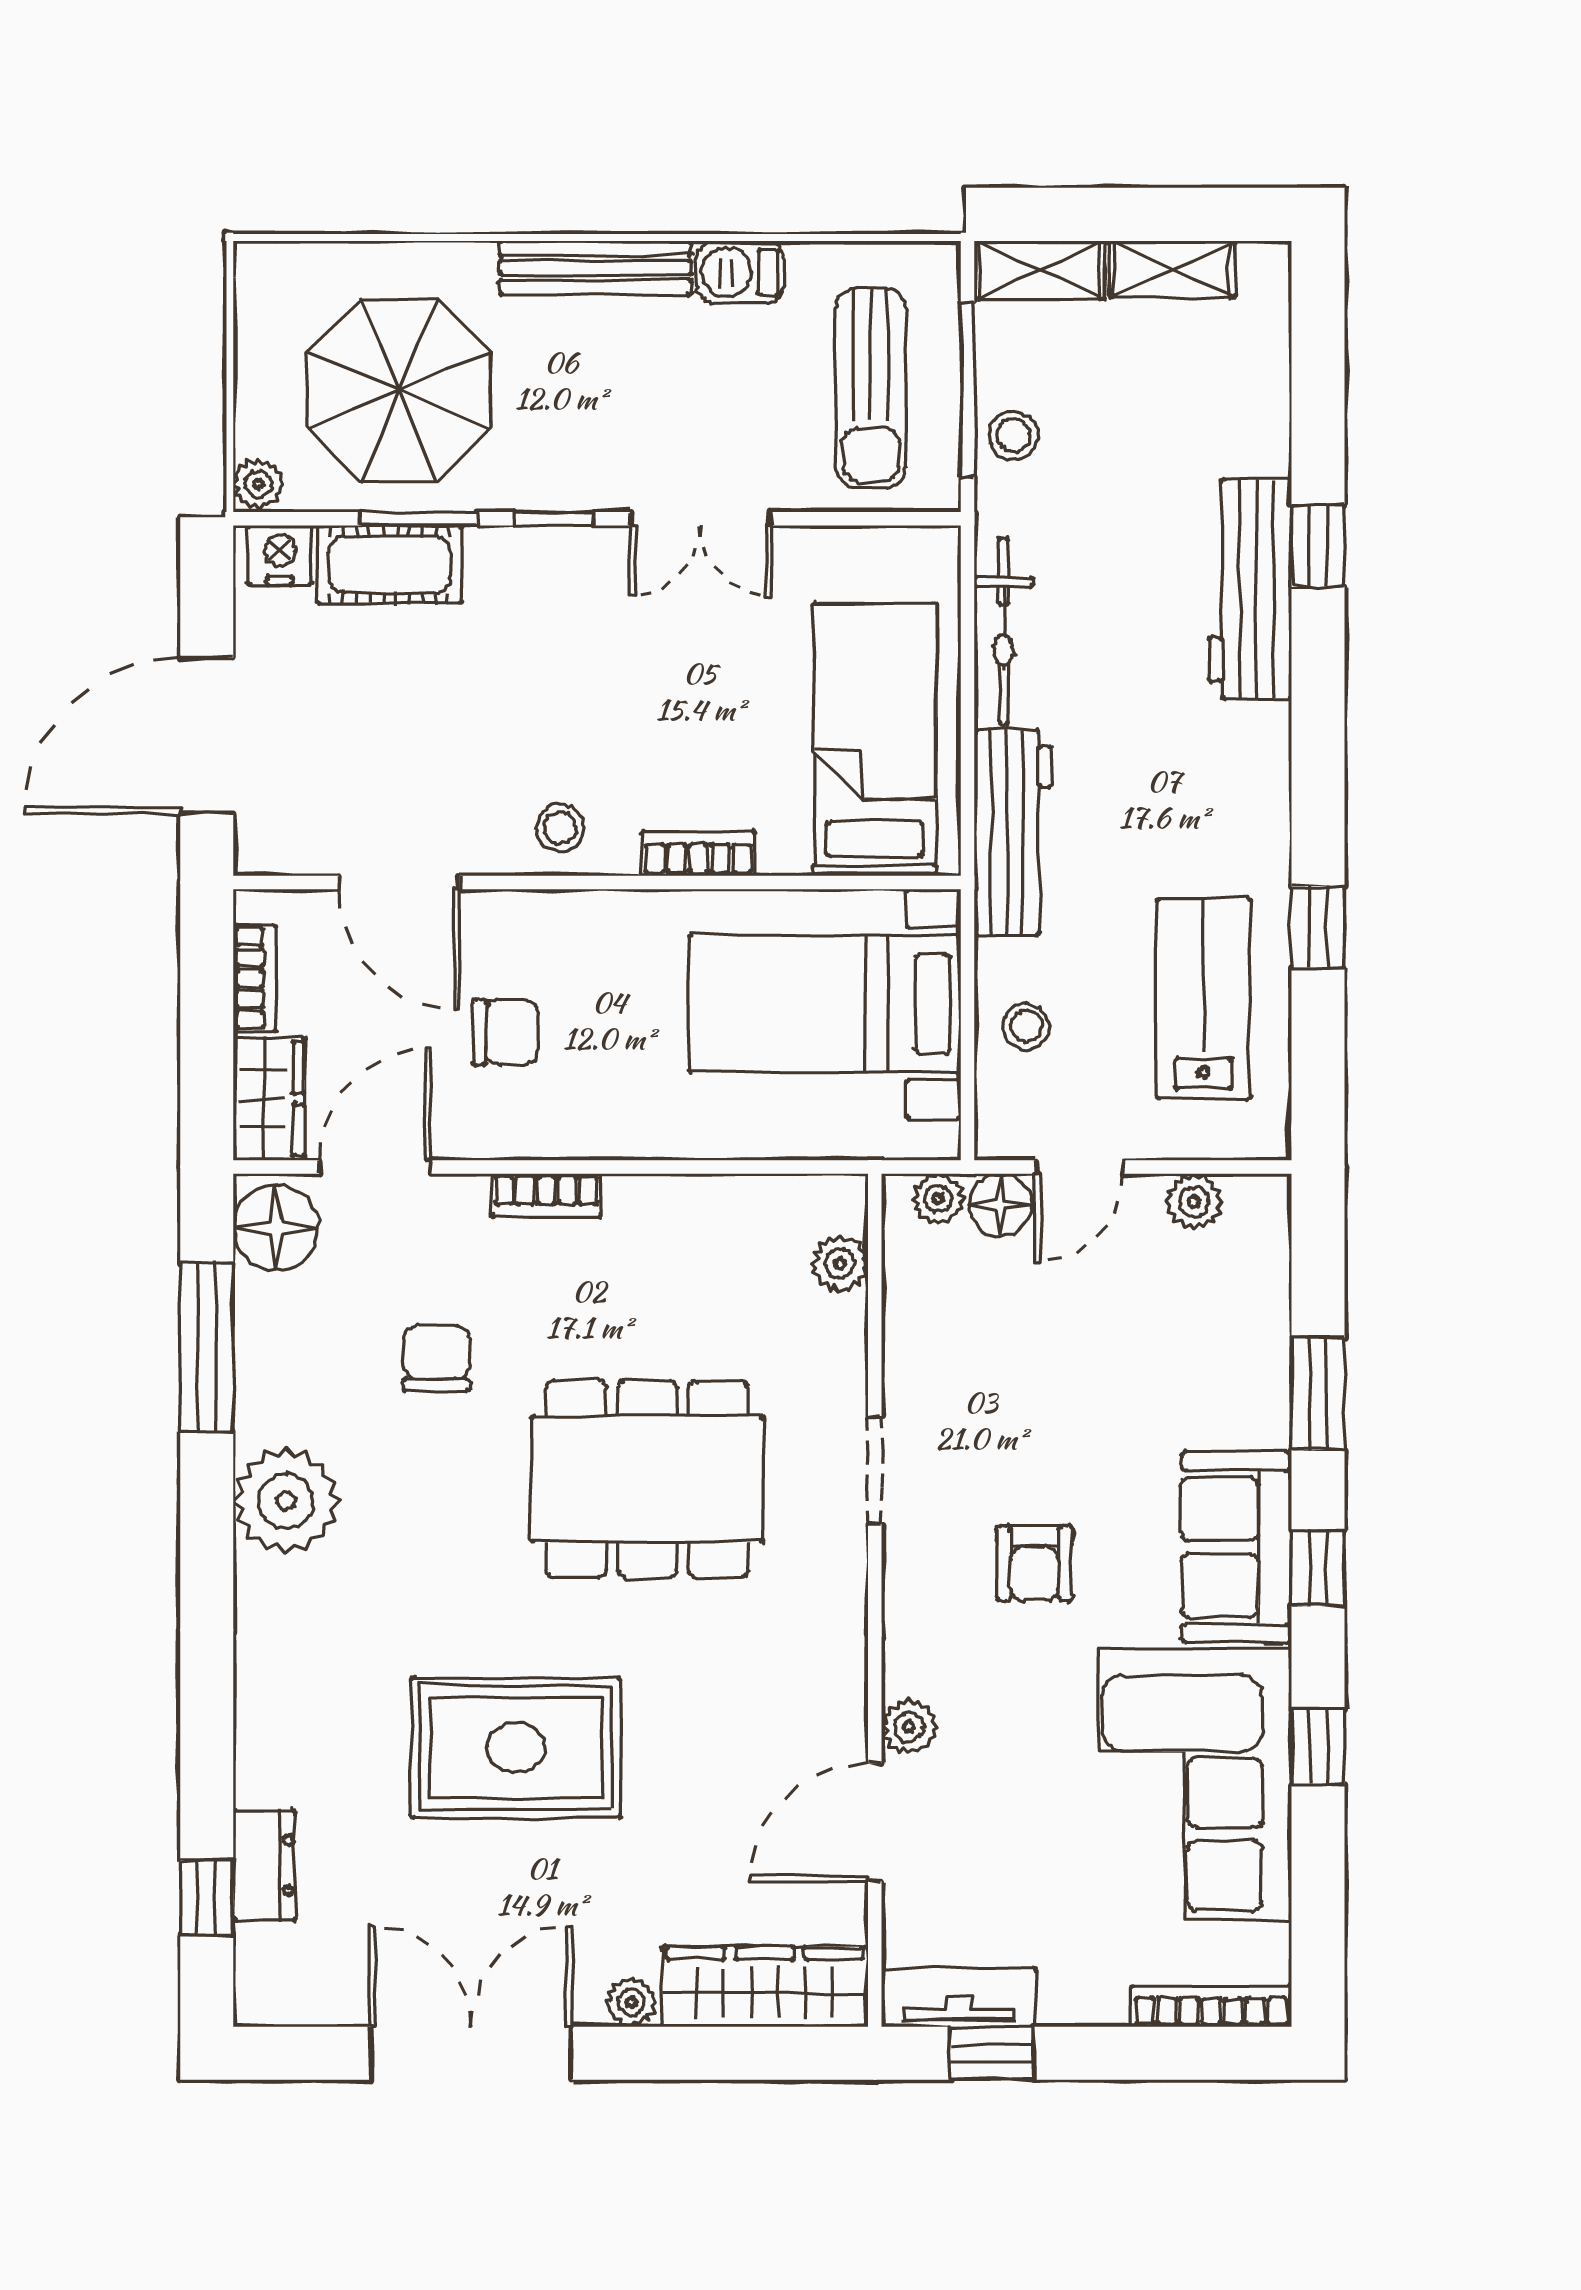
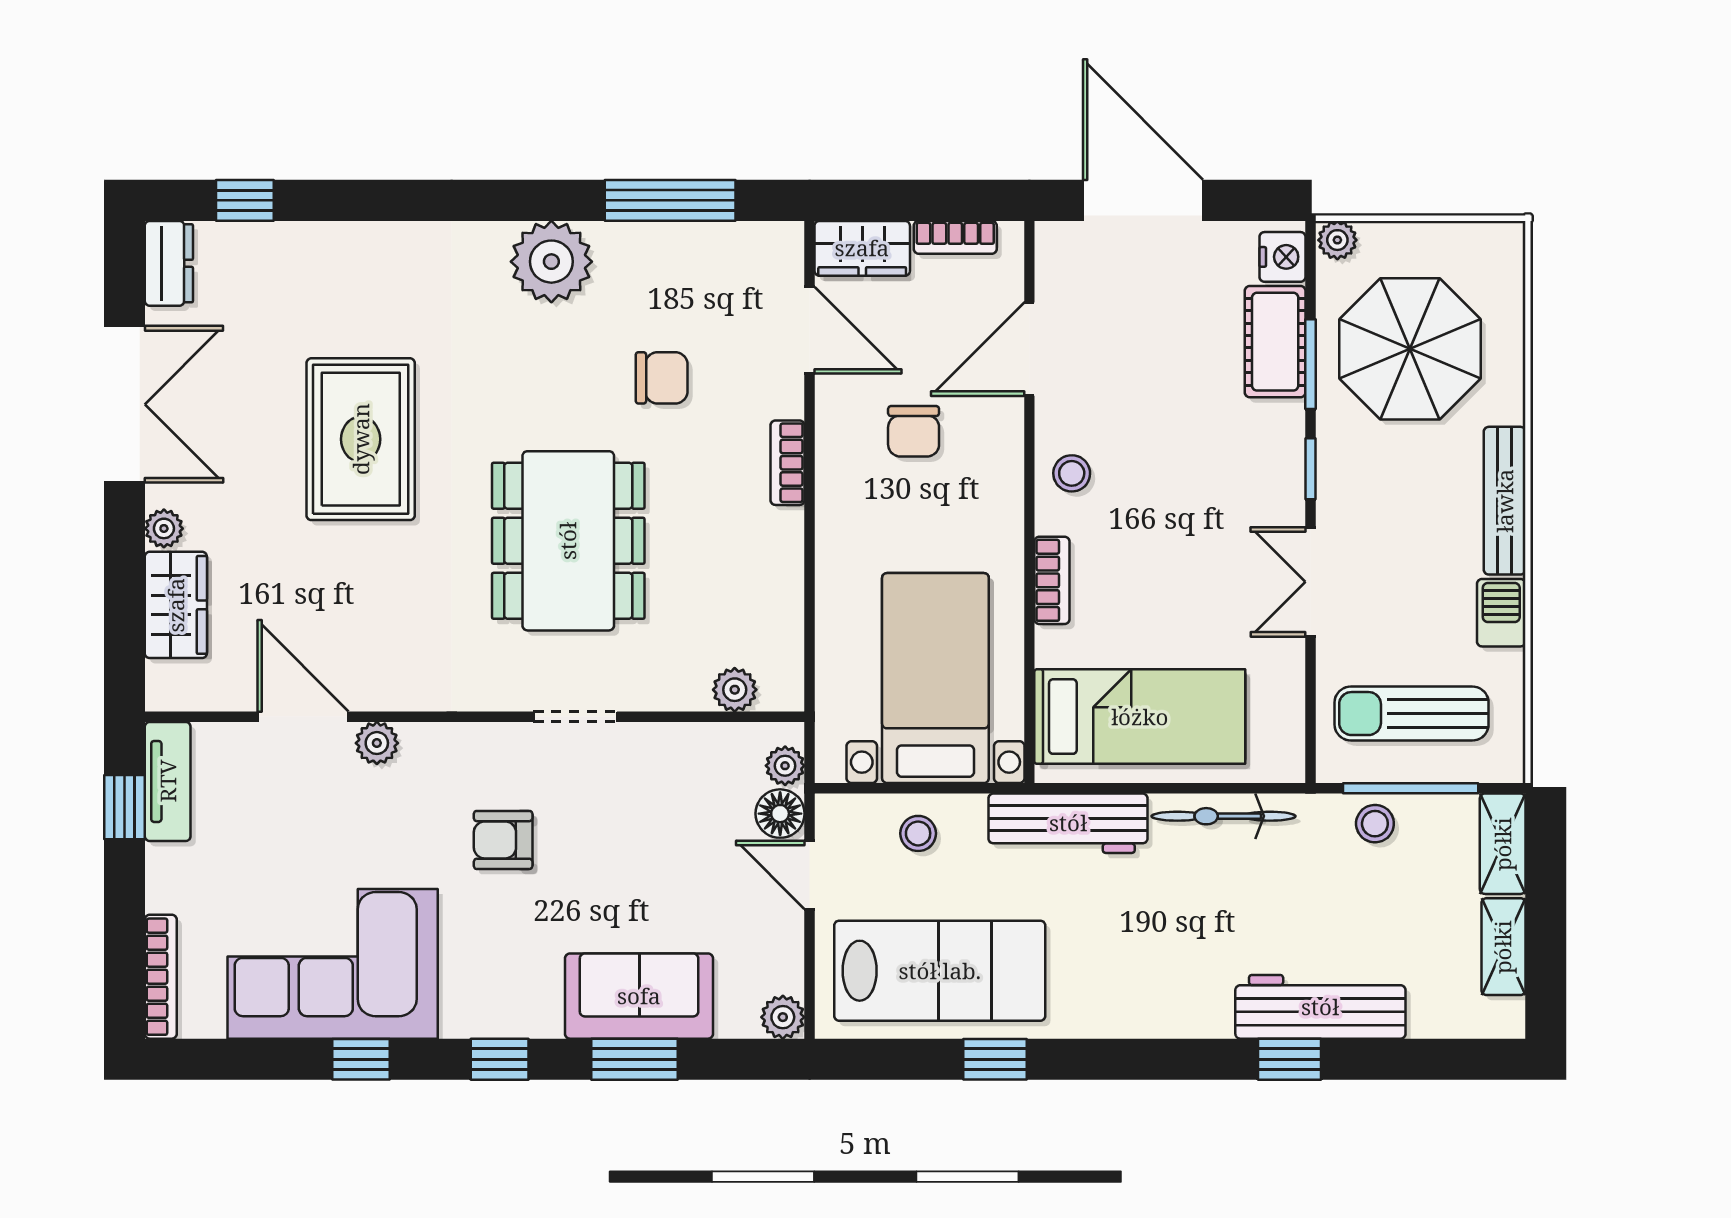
workbench: (1250, 589) -> (1320, 1007), moved
lab bench: (1204, 998) -> (940, 971), width x1.36, depth x1.39
plant: (1194, 1201) -> (783, 1017), moved
floor lamp: (276, 1227) -> (763, 254), removed
sofa: (1236, 1547) -> (639, 996), moved
dresser: (264, 1865) -> (169, 263), moved, turned -90
wardrobe: (765, 1987) -> (176, 605), width x0.67

